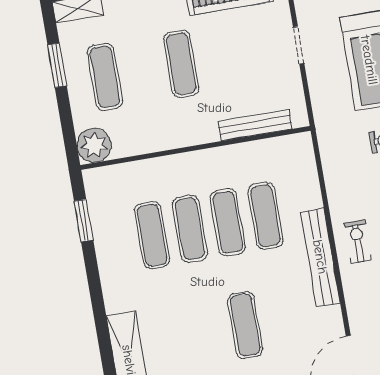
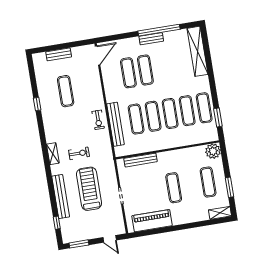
exercise bike: (358, 241) -> (98, 120), moved
exercise mat: (114, 242) -> (204, 108), added
bench: (320, 257) -> (115, 124), moved
exercise mat: (283, 319) -> (128, 73), added

